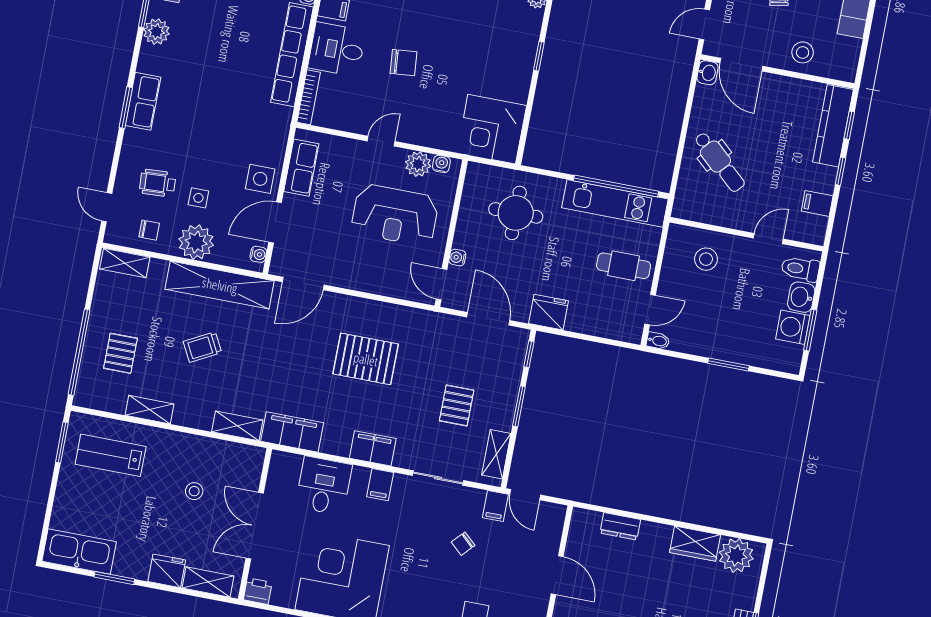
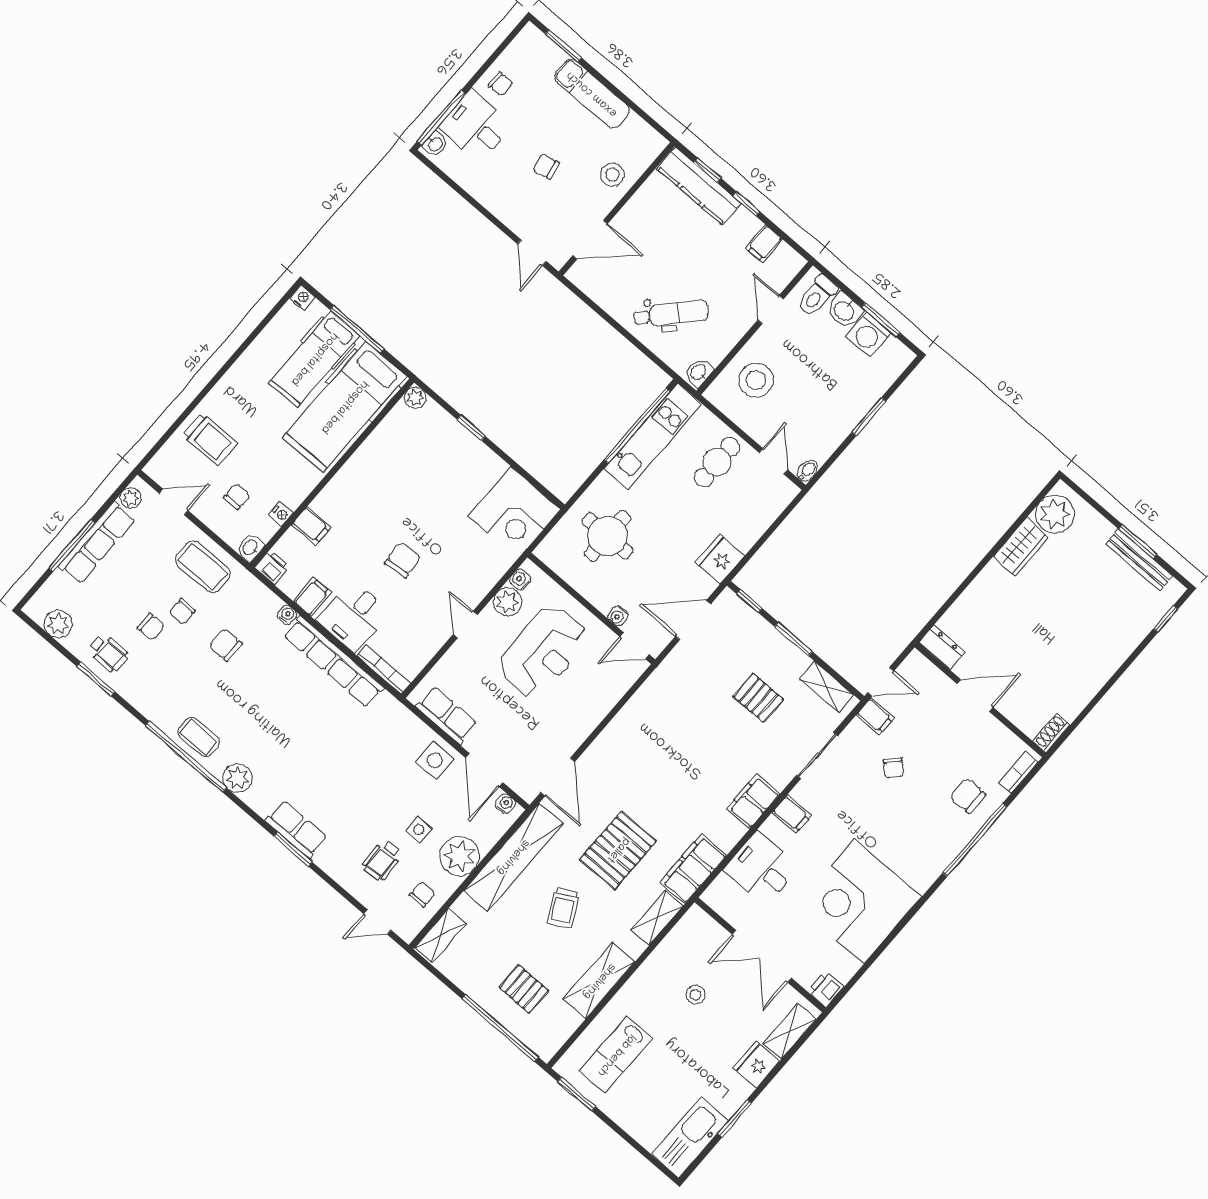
washbasin: (708, 73) -> (699, 373), moved, turned -90
stool: (706, 259) -> (756, 380), width x1.38, depth x1.38
pallet: (366, 359) -> (618, 850), moved
shelving: (149, 410) -> (599, 981), width x1.50, depth x1.33
dresser: (620, 526) -> (942, 647), moved, turned -90

